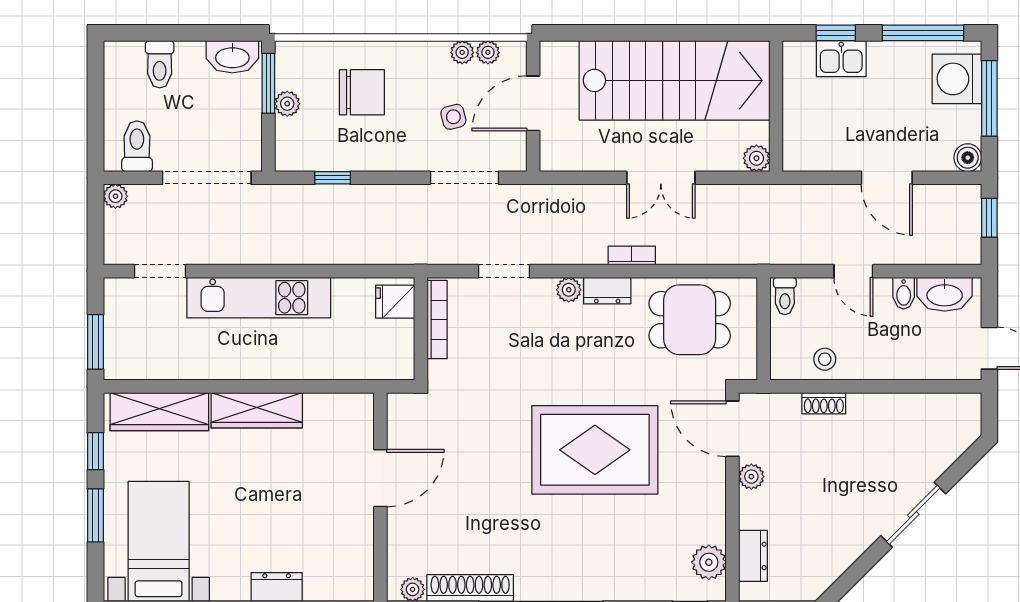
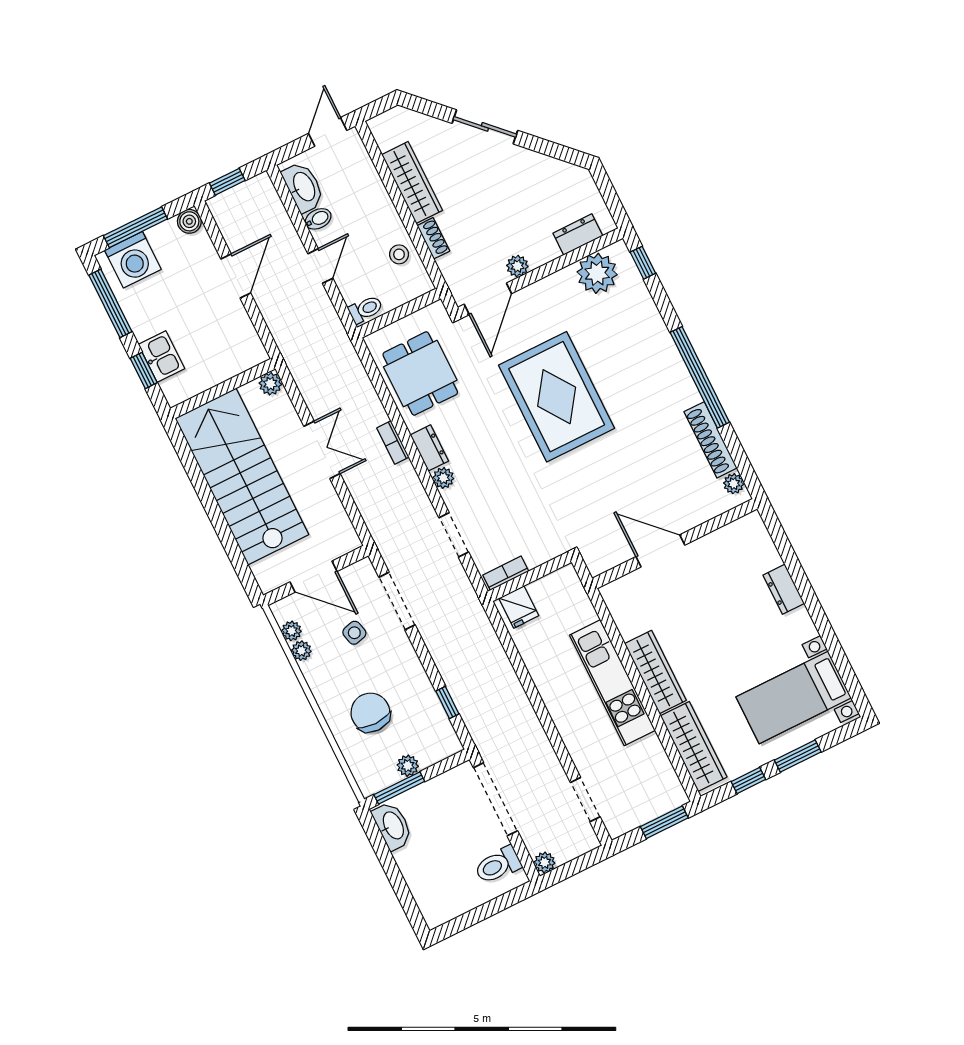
toilet: (160, 64) -> (426, 879), removed
kitchen unit: (259, 298) -> (612, 683), moved, turned 180
bookcase: (437, 320) -> (506, 573), width x0.64
wardrobe: (893, 410) -> (412, 182), added
plant: (709, 562) -> (597, 273), width x1.36, depth x1.36

